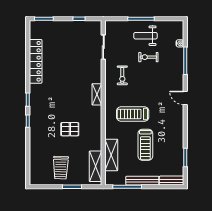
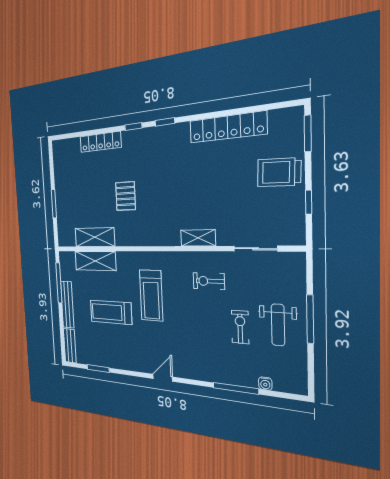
weight bench: (145, 36) -> (278, 325), turned 180
shelving: (97, 94) -> (198, 238), moved
door: (185, 98) -> (163, 378), moved
treadmill: (133, 114) -> (151, 295), turned 180
locker: (34, 146) -> (100, 142), added
shelving: (96, 166) -> (95, 237), moved
trolley: (61, 168) -> (279, 172), moved

